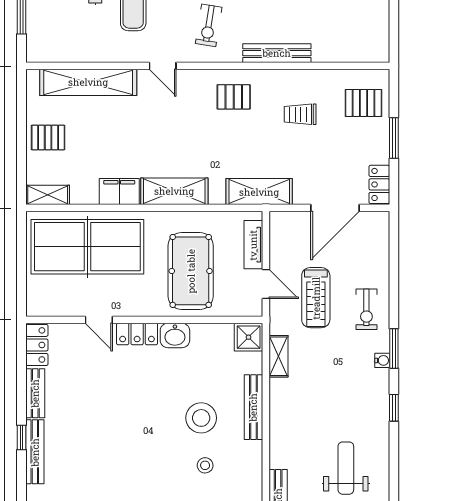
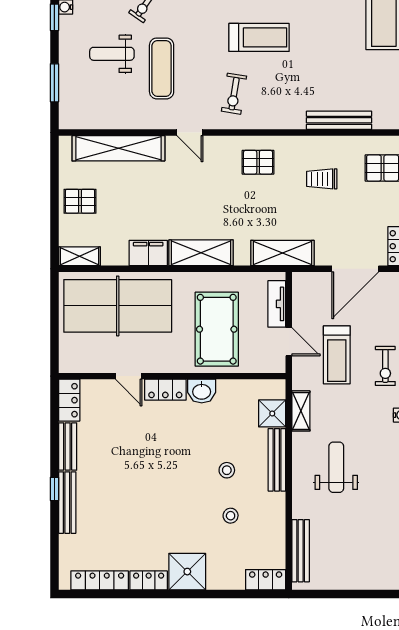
bench: (277, 53) -> (339, 120), moved
shower: (249, 337) -> (272, 413), moved
stool: (201, 418) -> (227, 470), width x0.53, depth x0.53
weight bench: (346, 468) -> (336, 467), moved

